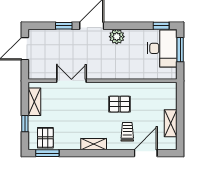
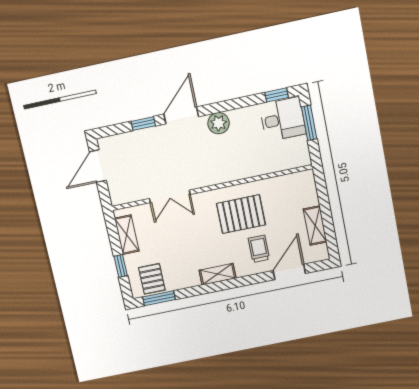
desk: (162, 48) -> (283, 119), width x0.73
double door: (71, 81) -> (170, 196), swing flipped
pallet: (119, 104) -> (241, 214), width x1.50, depth x1.42

